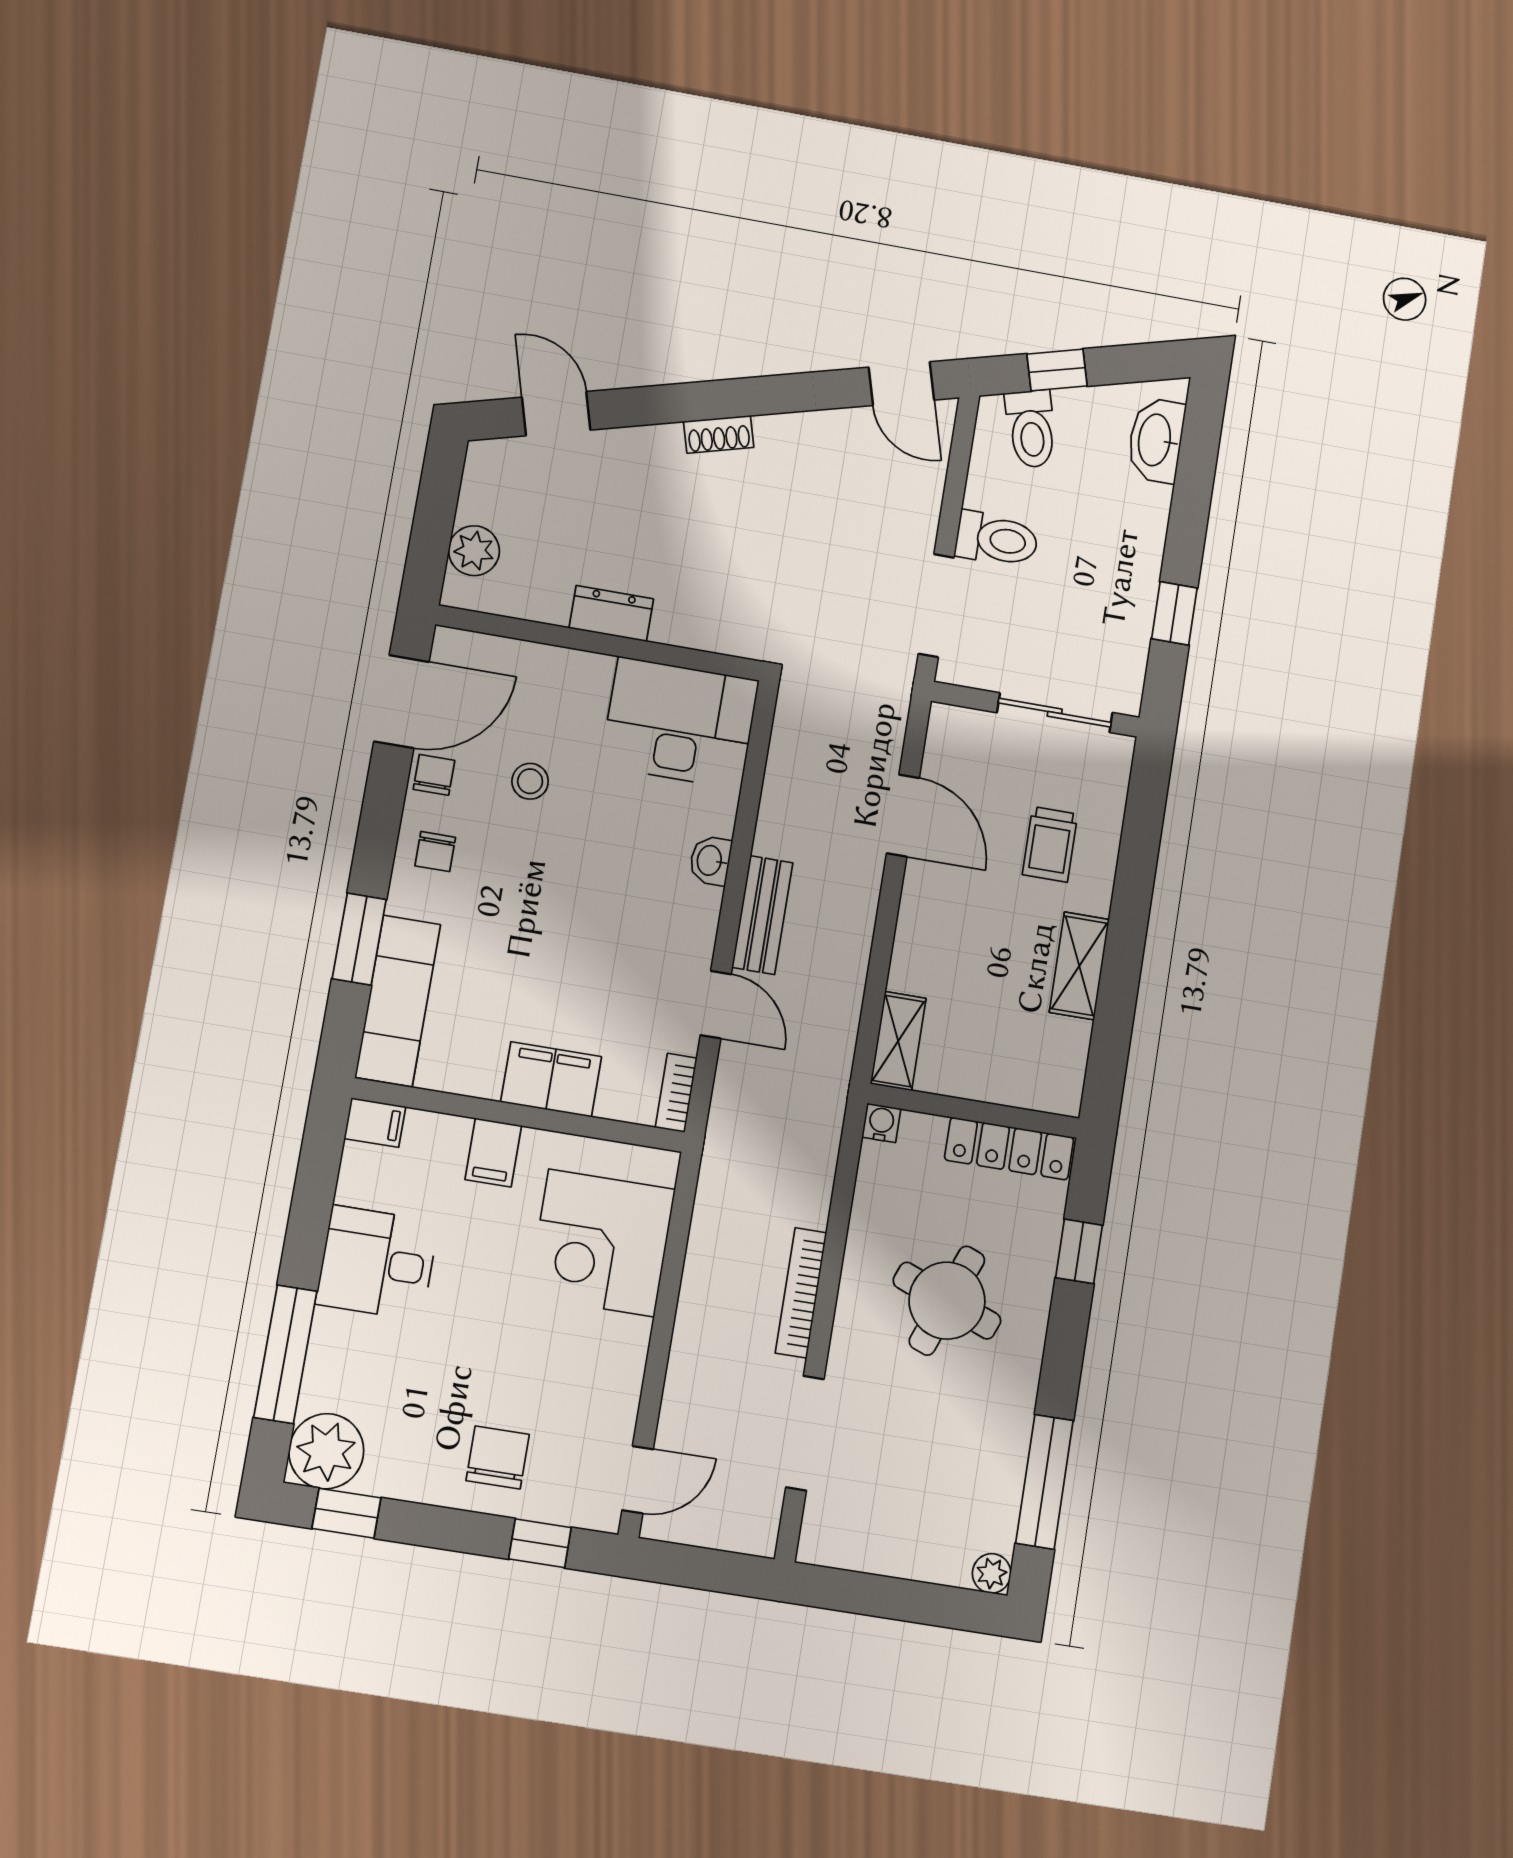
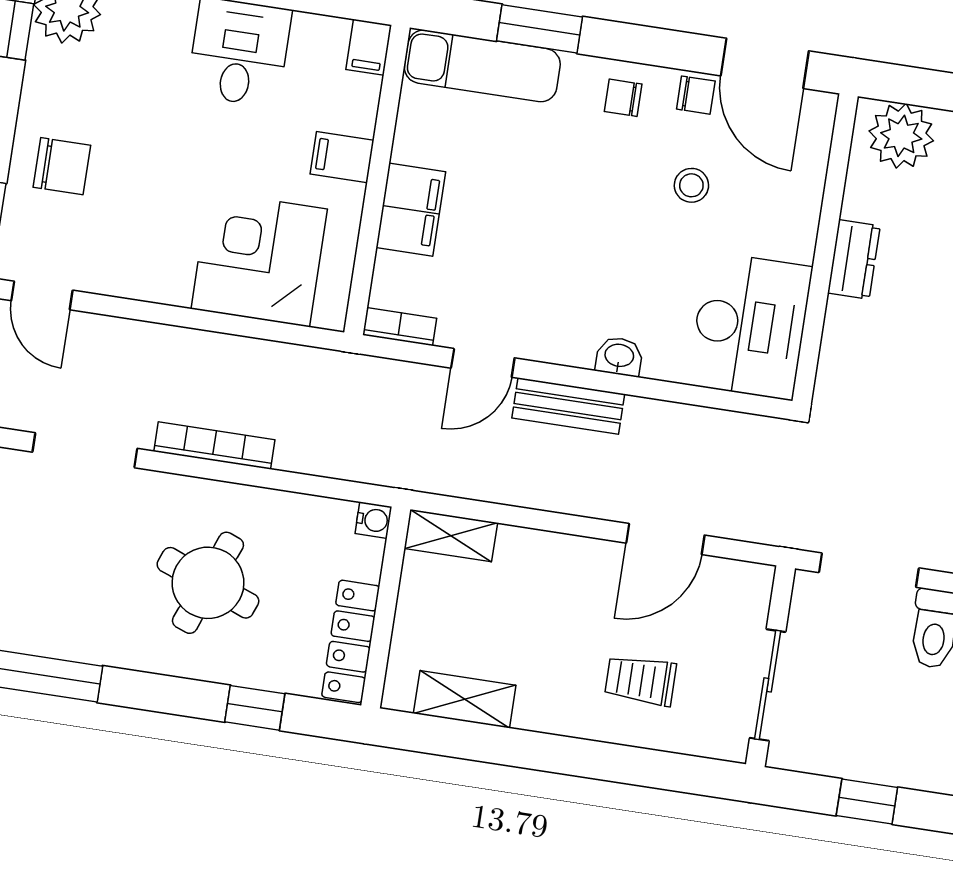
plant: (474, 551) -> (901, 136), width x1.36, depth x1.36
shelving: (1079, 966) -> (465, 699), moved

